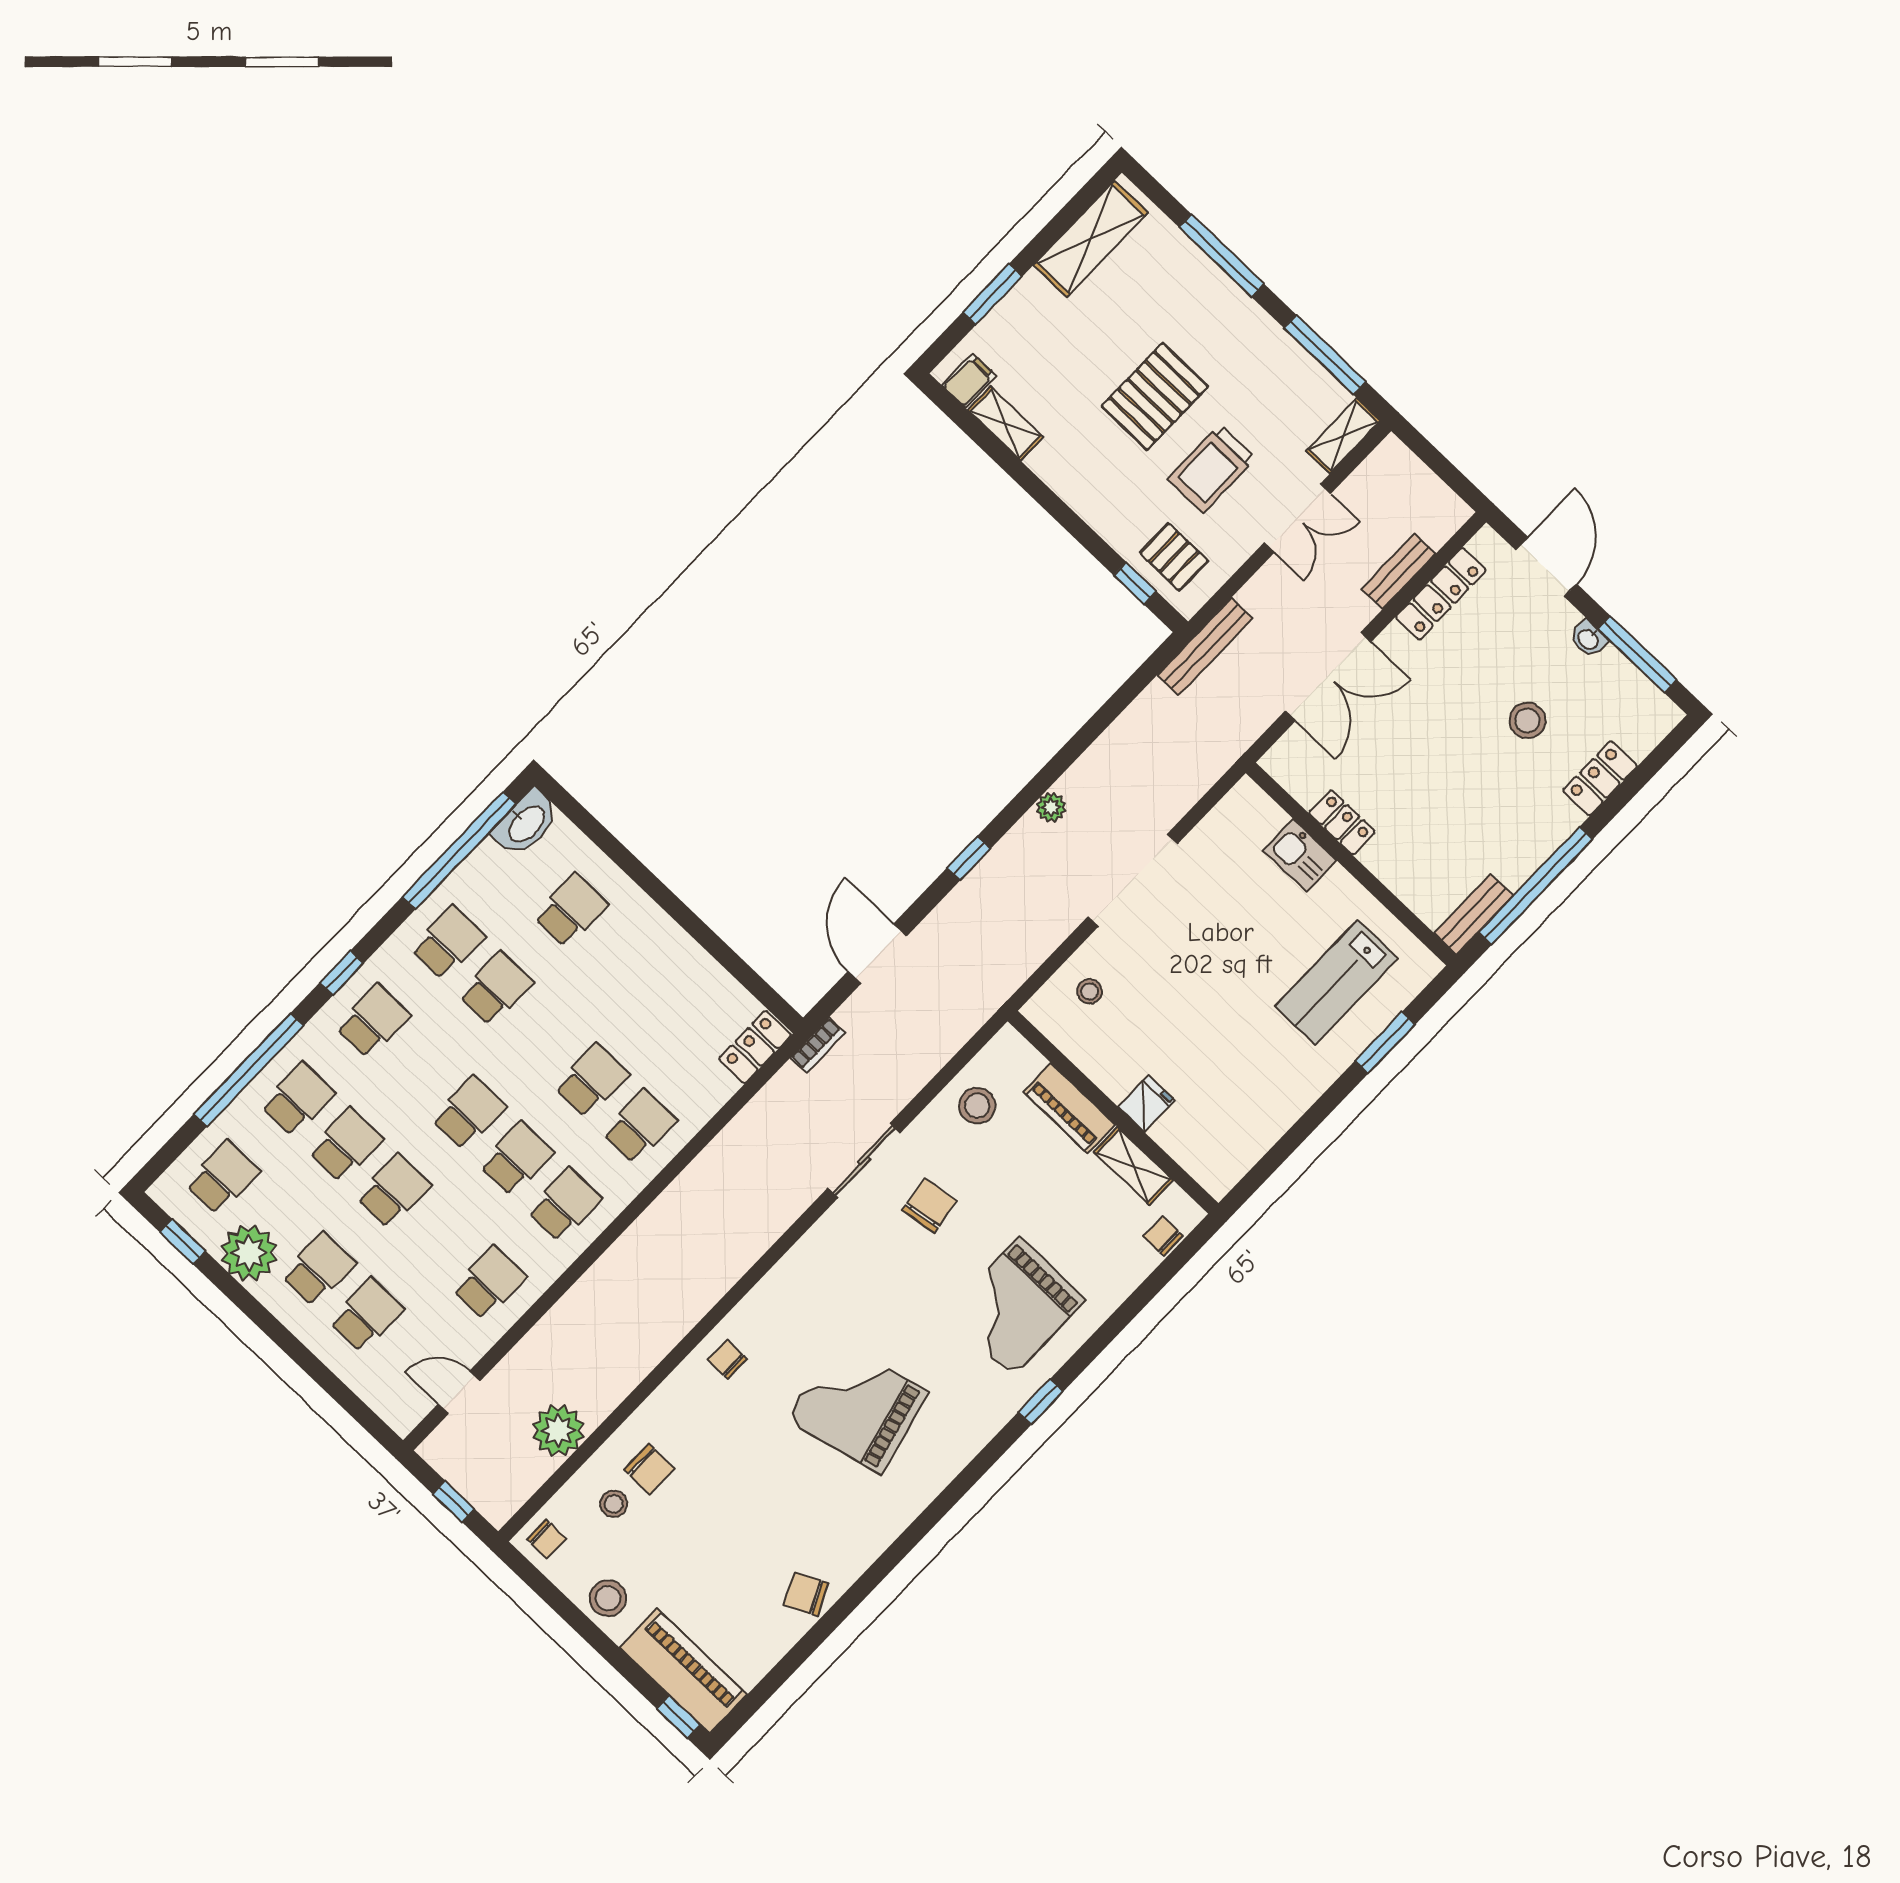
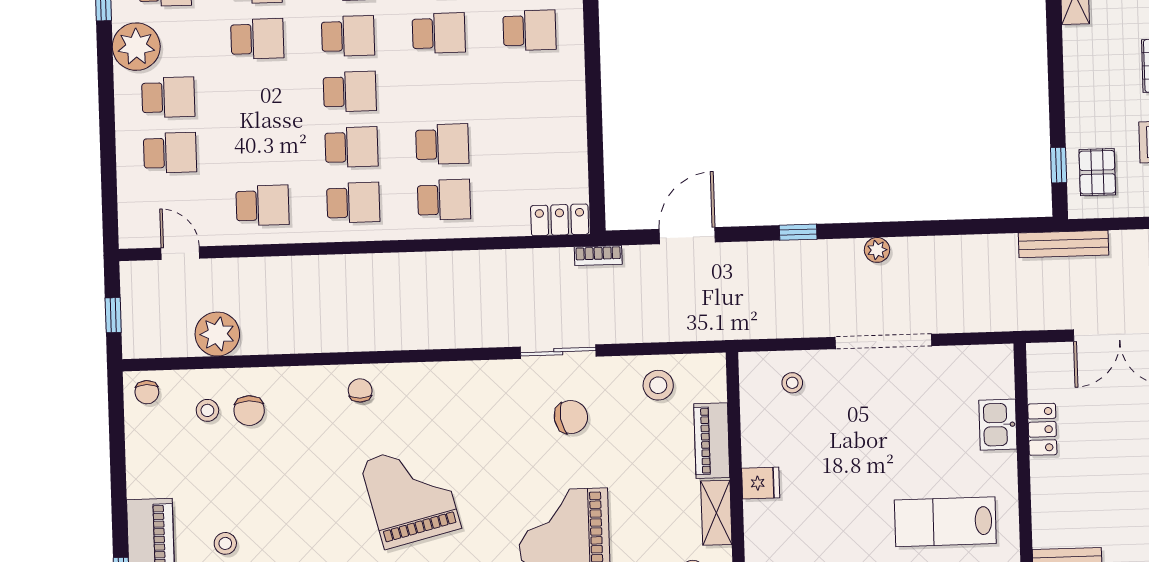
school desk: (394, 1191) -> (348, 36), moved
stool: (608, 1598) -> (225, 543), moved, width x0.73, depth x0.73

